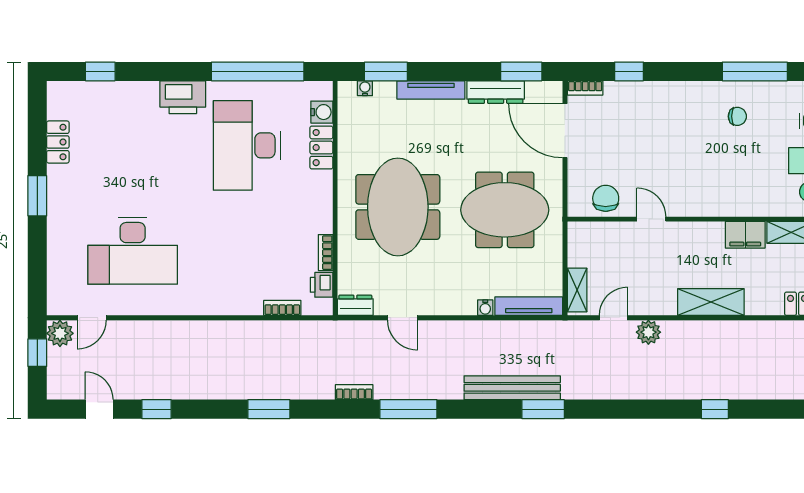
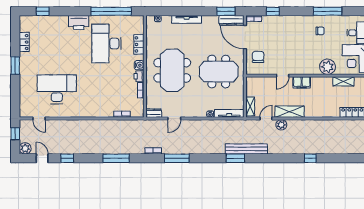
window: (386, 71) -> (167, 11), removed
dresser: (496, 92) -> (231, 20), moved
water cooler: (322, 112) -> (139, 65), moved
chair: (606, 198) -> (258, 57), moved
plant: (755, 199) -> (328, 67), added
door: (651, 219) -> (283, 76), swing flipped
filing cabinet: (745, 235) -> (302, 82), moved
desk: (133, 251) -> (57, 89), turned 180
printer: (322, 285) -> (139, 76), moved
shelving: (711, 302) -> (290, 112), moved
door: (92, 318) -> (39, 118), hinge flipped
door: (403, 318) -> (174, 118), hinge flipped
plant: (60, 333) -> (25, 148), moved
bench: (512, 388) -> (246, 149), moved
window: (269, 409) -> (116, 158), width x1.44

